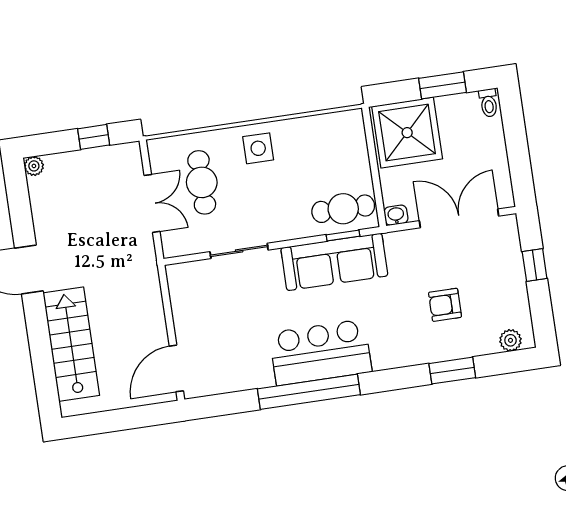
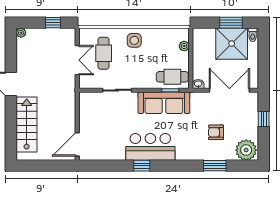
shower: (407, 133) -> (232, 44), moved
plant: (357, 145) -> (184, 46), added
plant: (510, 340) -> (246, 150), width x1.88, depth x1.88
window: (309, 392) -> (142, 166), width x0.32

